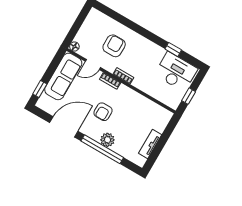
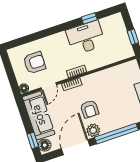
armchair: (114, 46) -> (34, 63), moved, turned 90
desk: (176, 72) -> (86, 38), moved
floor lamp: (44, 101) -> (45, 145), added
plant: (107, 140) -> (93, 130), moved

